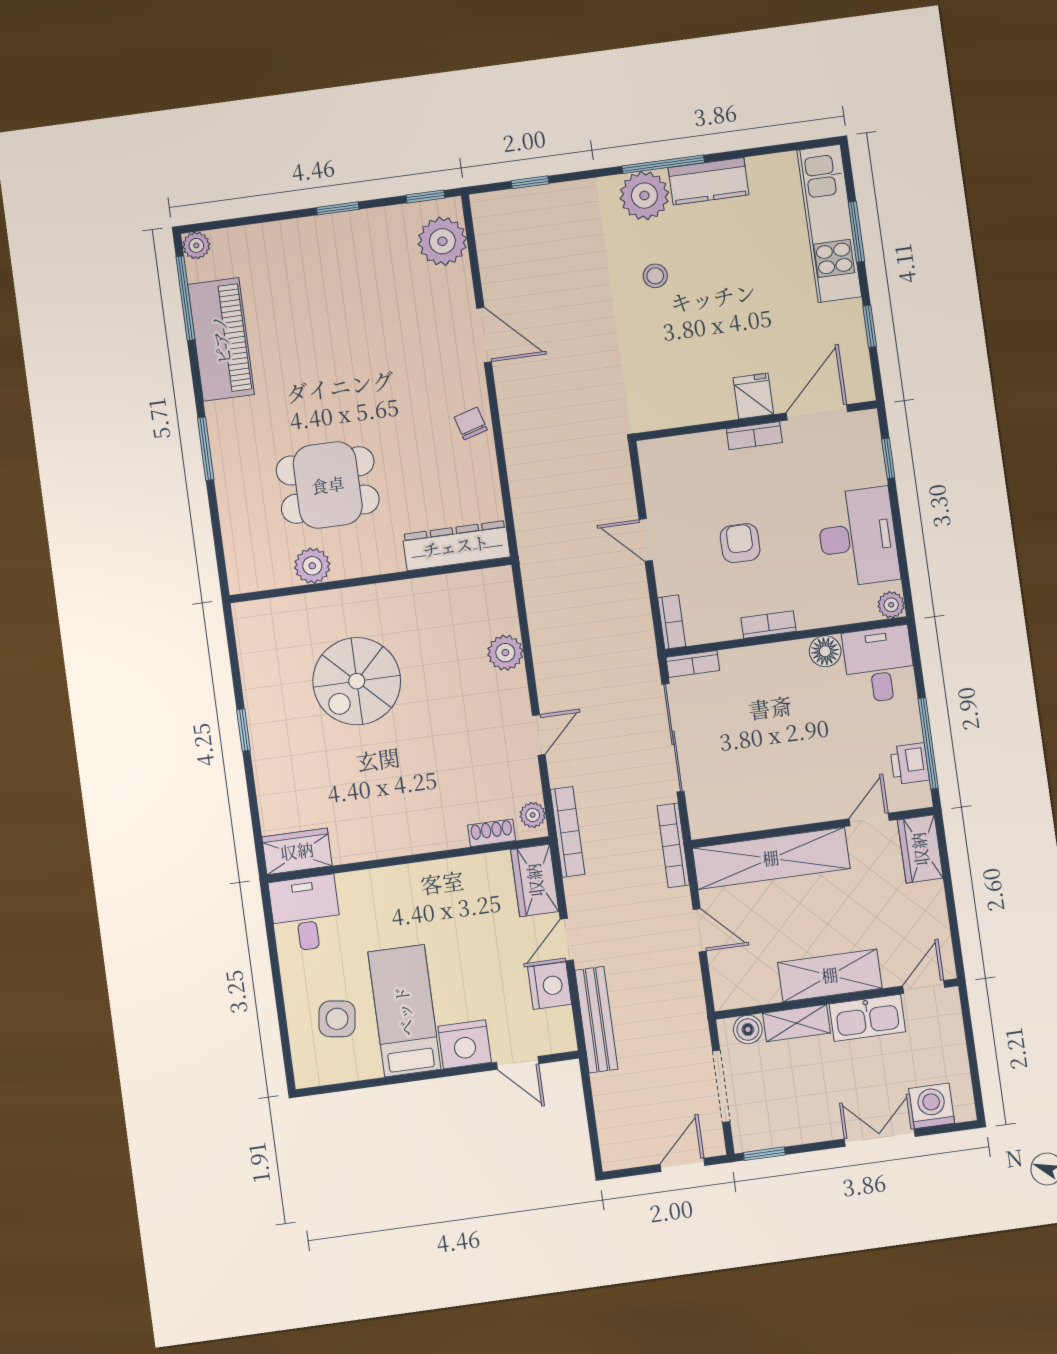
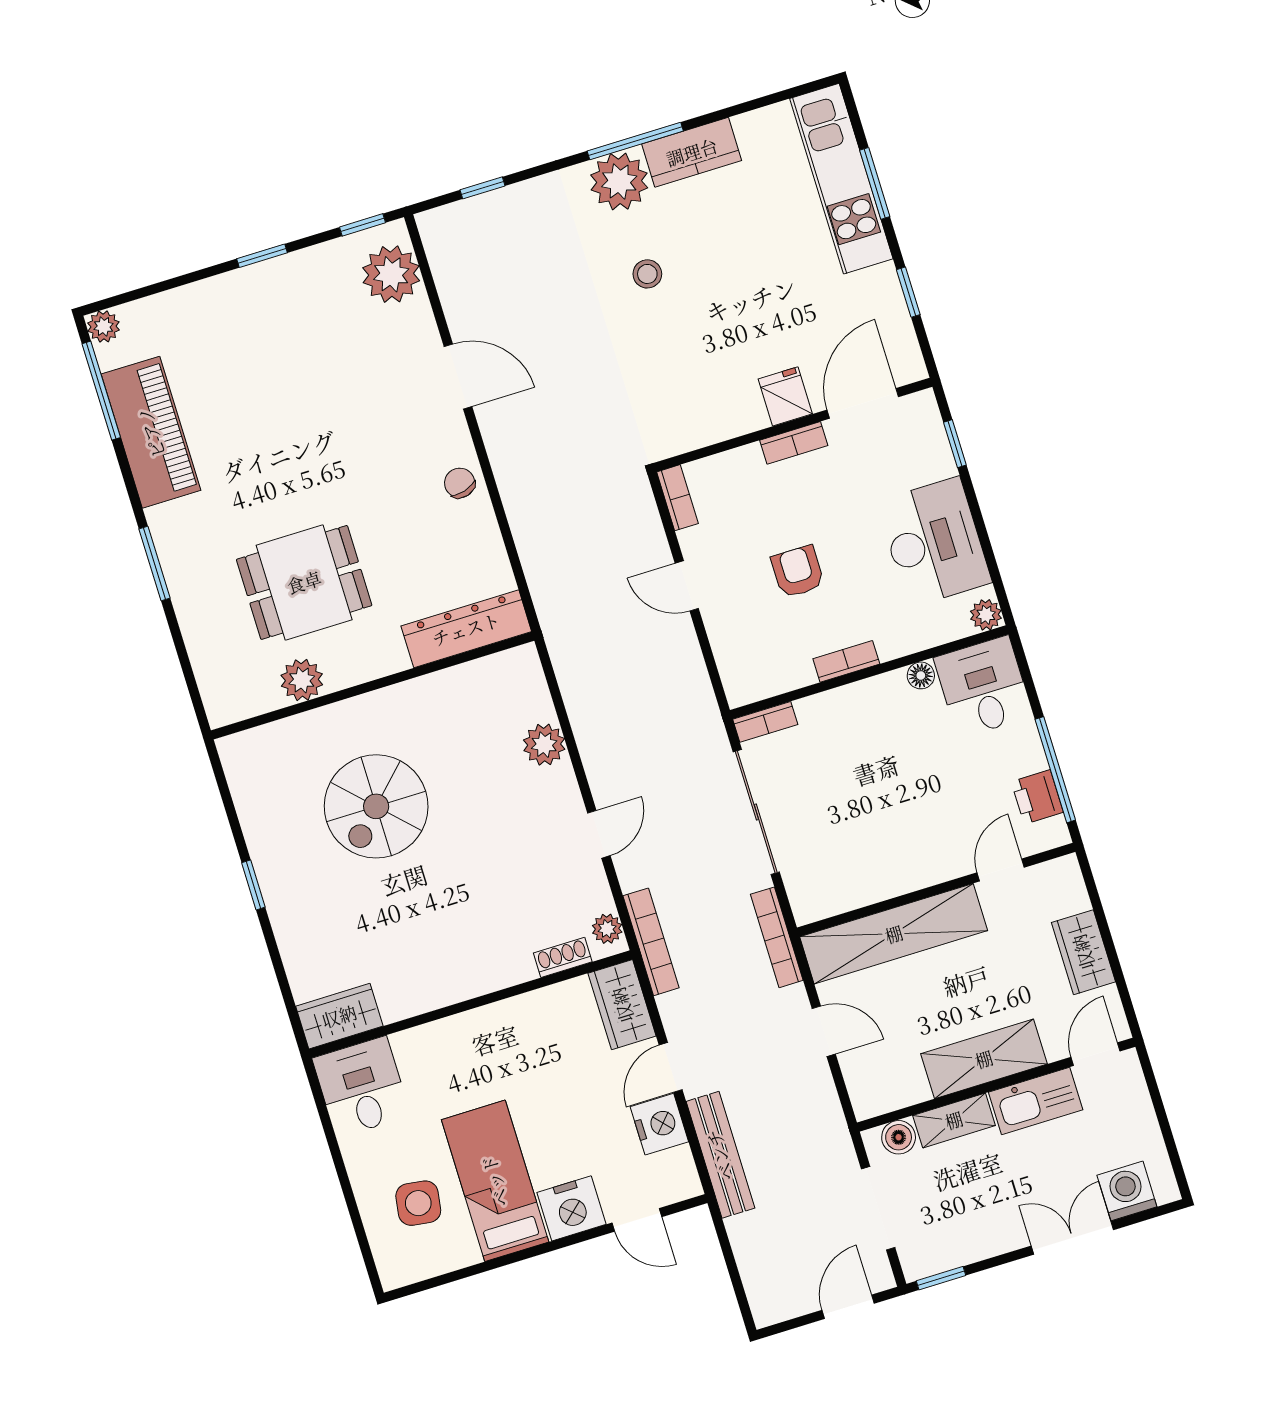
bookcase: (672, 622) -> (677, 498), moved
floor lamp: (825, 651) -> (921, 675), width x0.73, depth x0.73
wardrobe: (920, 849) -> (1083, 952), moved

